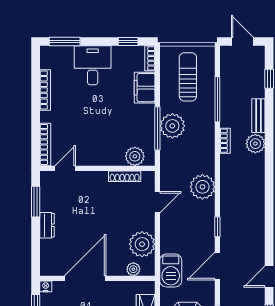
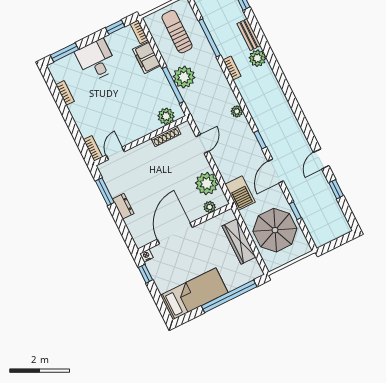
bookcase: (45, 90) -> (65, 93), width x0.64
bookcase: (45, 144) -> (93, 148), width x0.64
plant: (202, 187) -> (237, 111), width x0.53, depth x0.53

